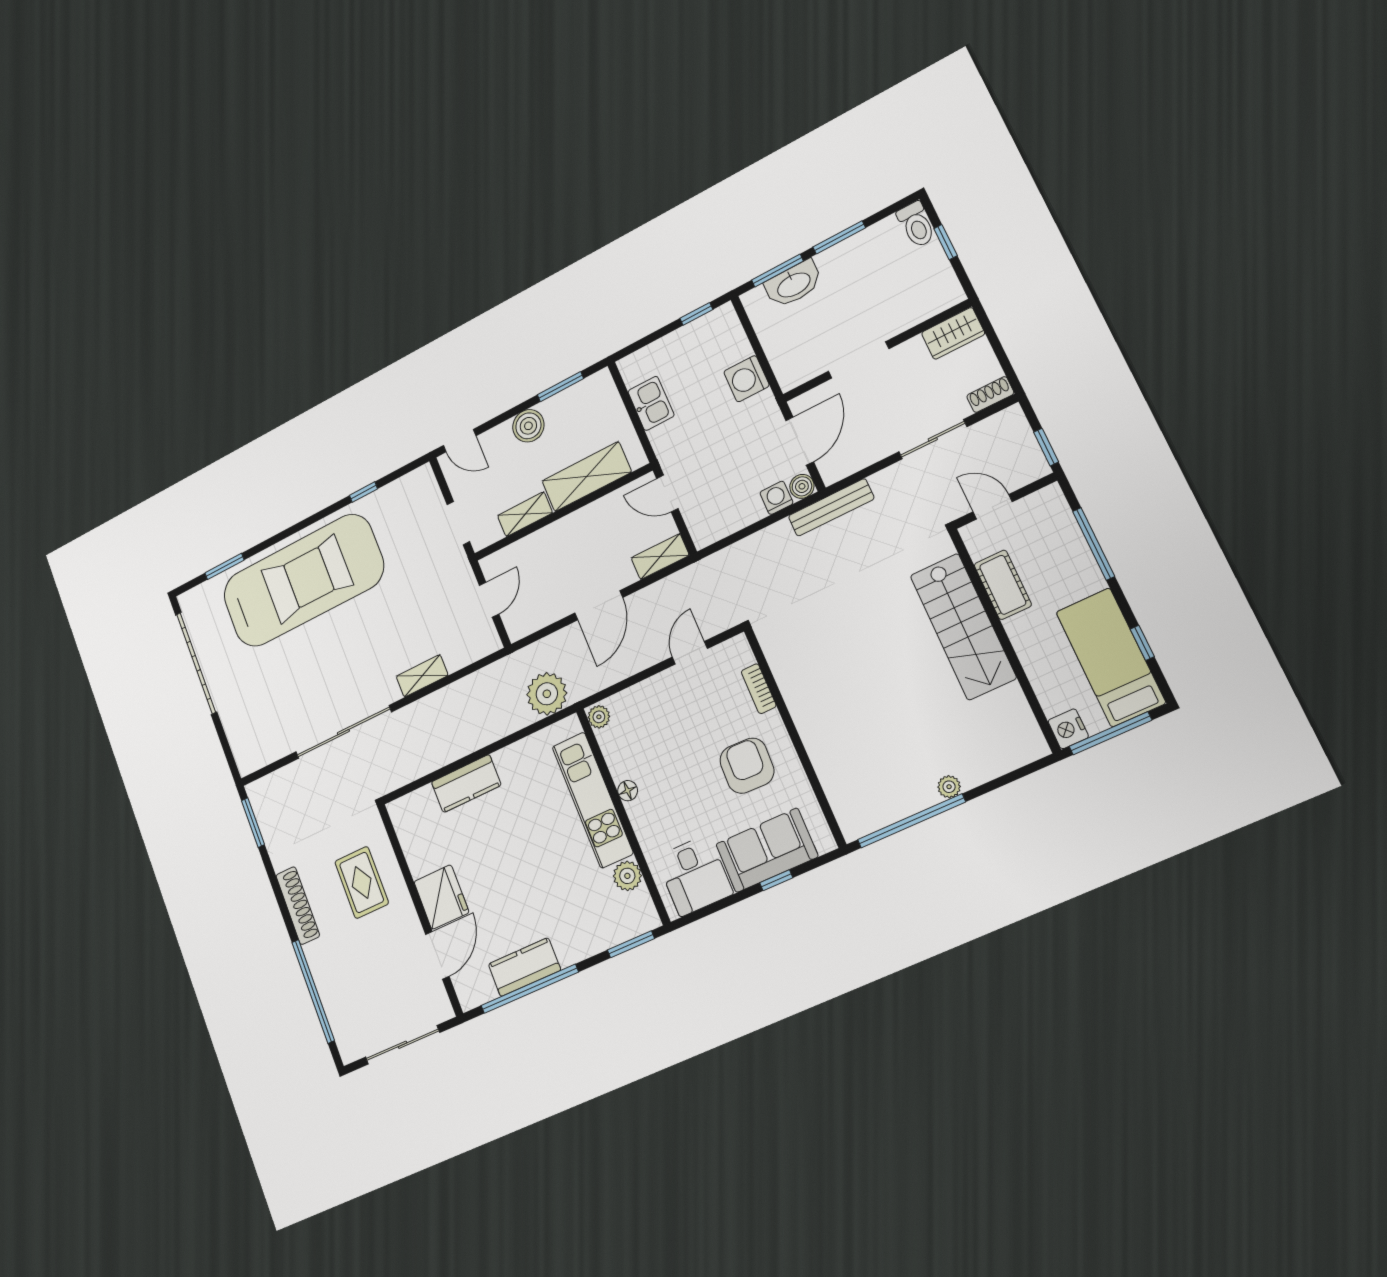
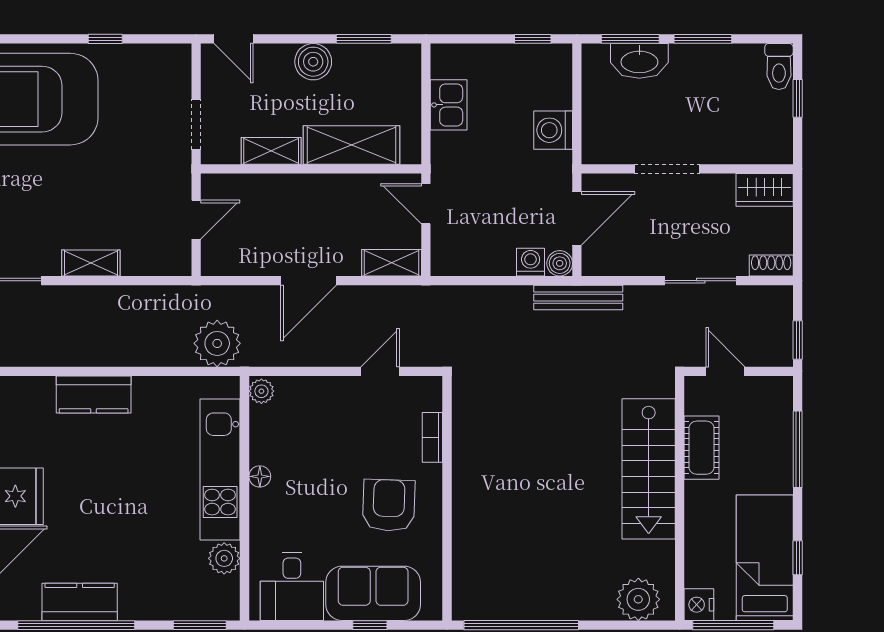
plant: (949, 787) -> (638, 599), moved, width x1.87, depth x1.87

